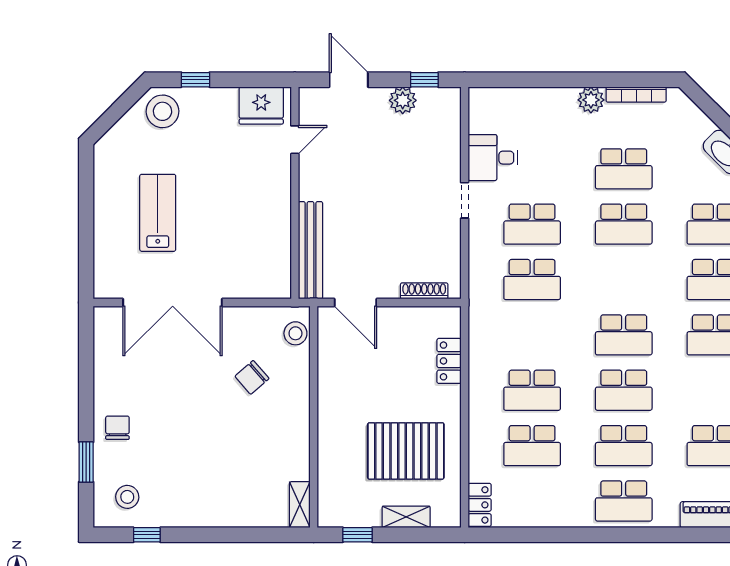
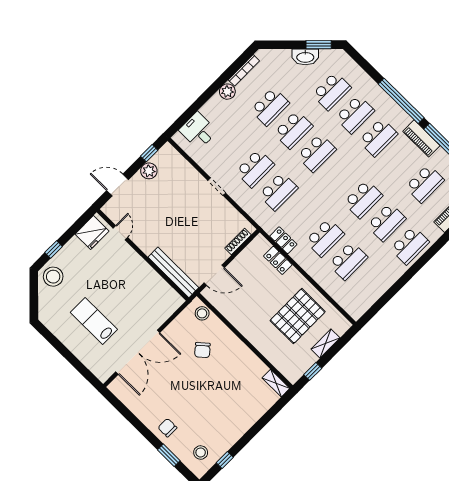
desk: (493, 158) -> (198, 131), moved, turned 90
school desk: (624, 335) -> (317, 153), moved
locker: (480, 505) -> (283, 240), moved

